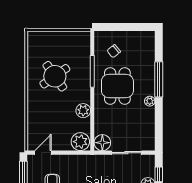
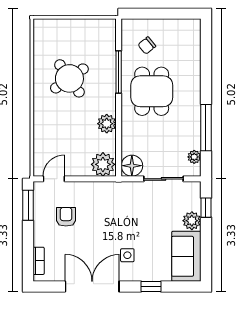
window: (159, 79) -> (206, 128), moved
plant: (150, 101) -> (194, 157), moved

